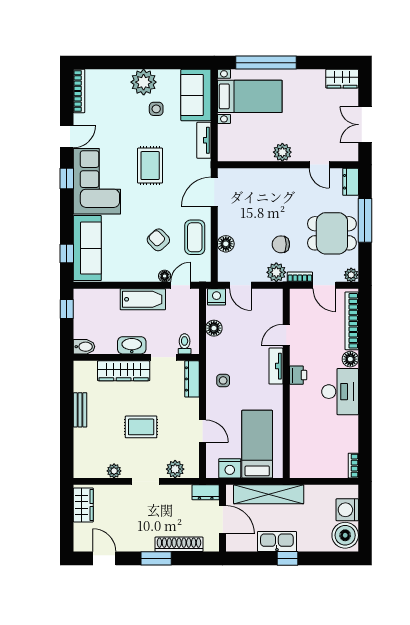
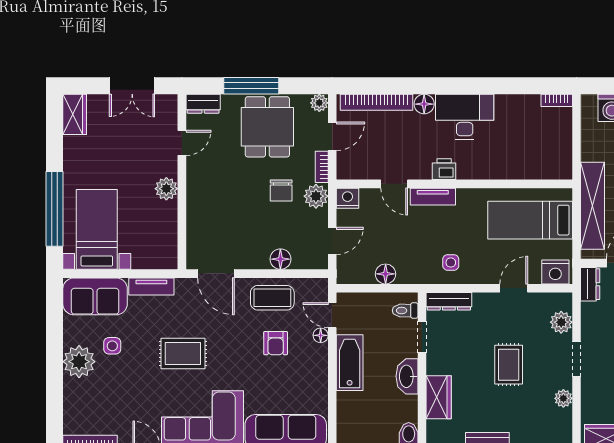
armchair: (158, 240) -> (276, 343), turned -47
nightstand: (217, 297) -> (348, 198), moved, turned 90
wardrobe: (124, 371) -> (439, 397), width x0.67
nightstand: (230, 468) -> (555, 272), moved, turned 90

